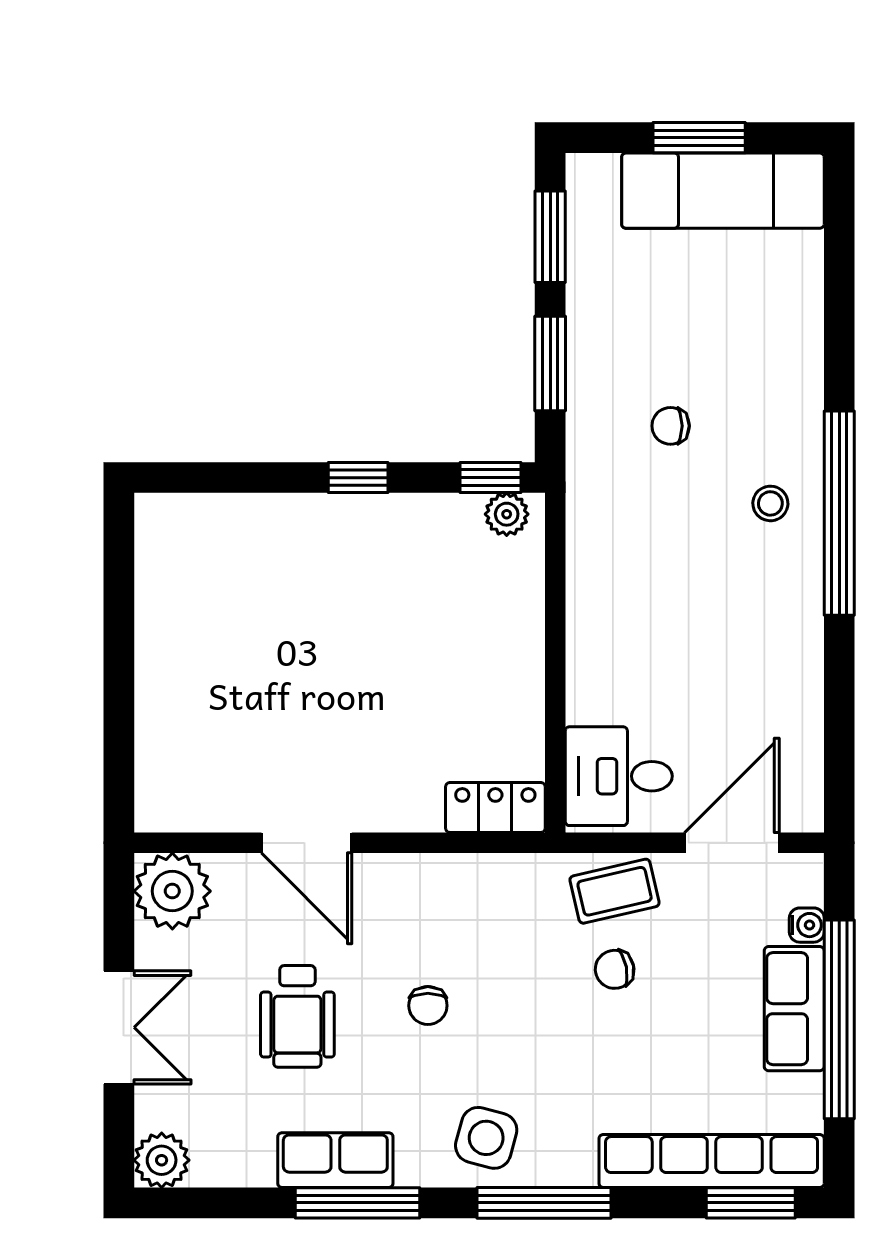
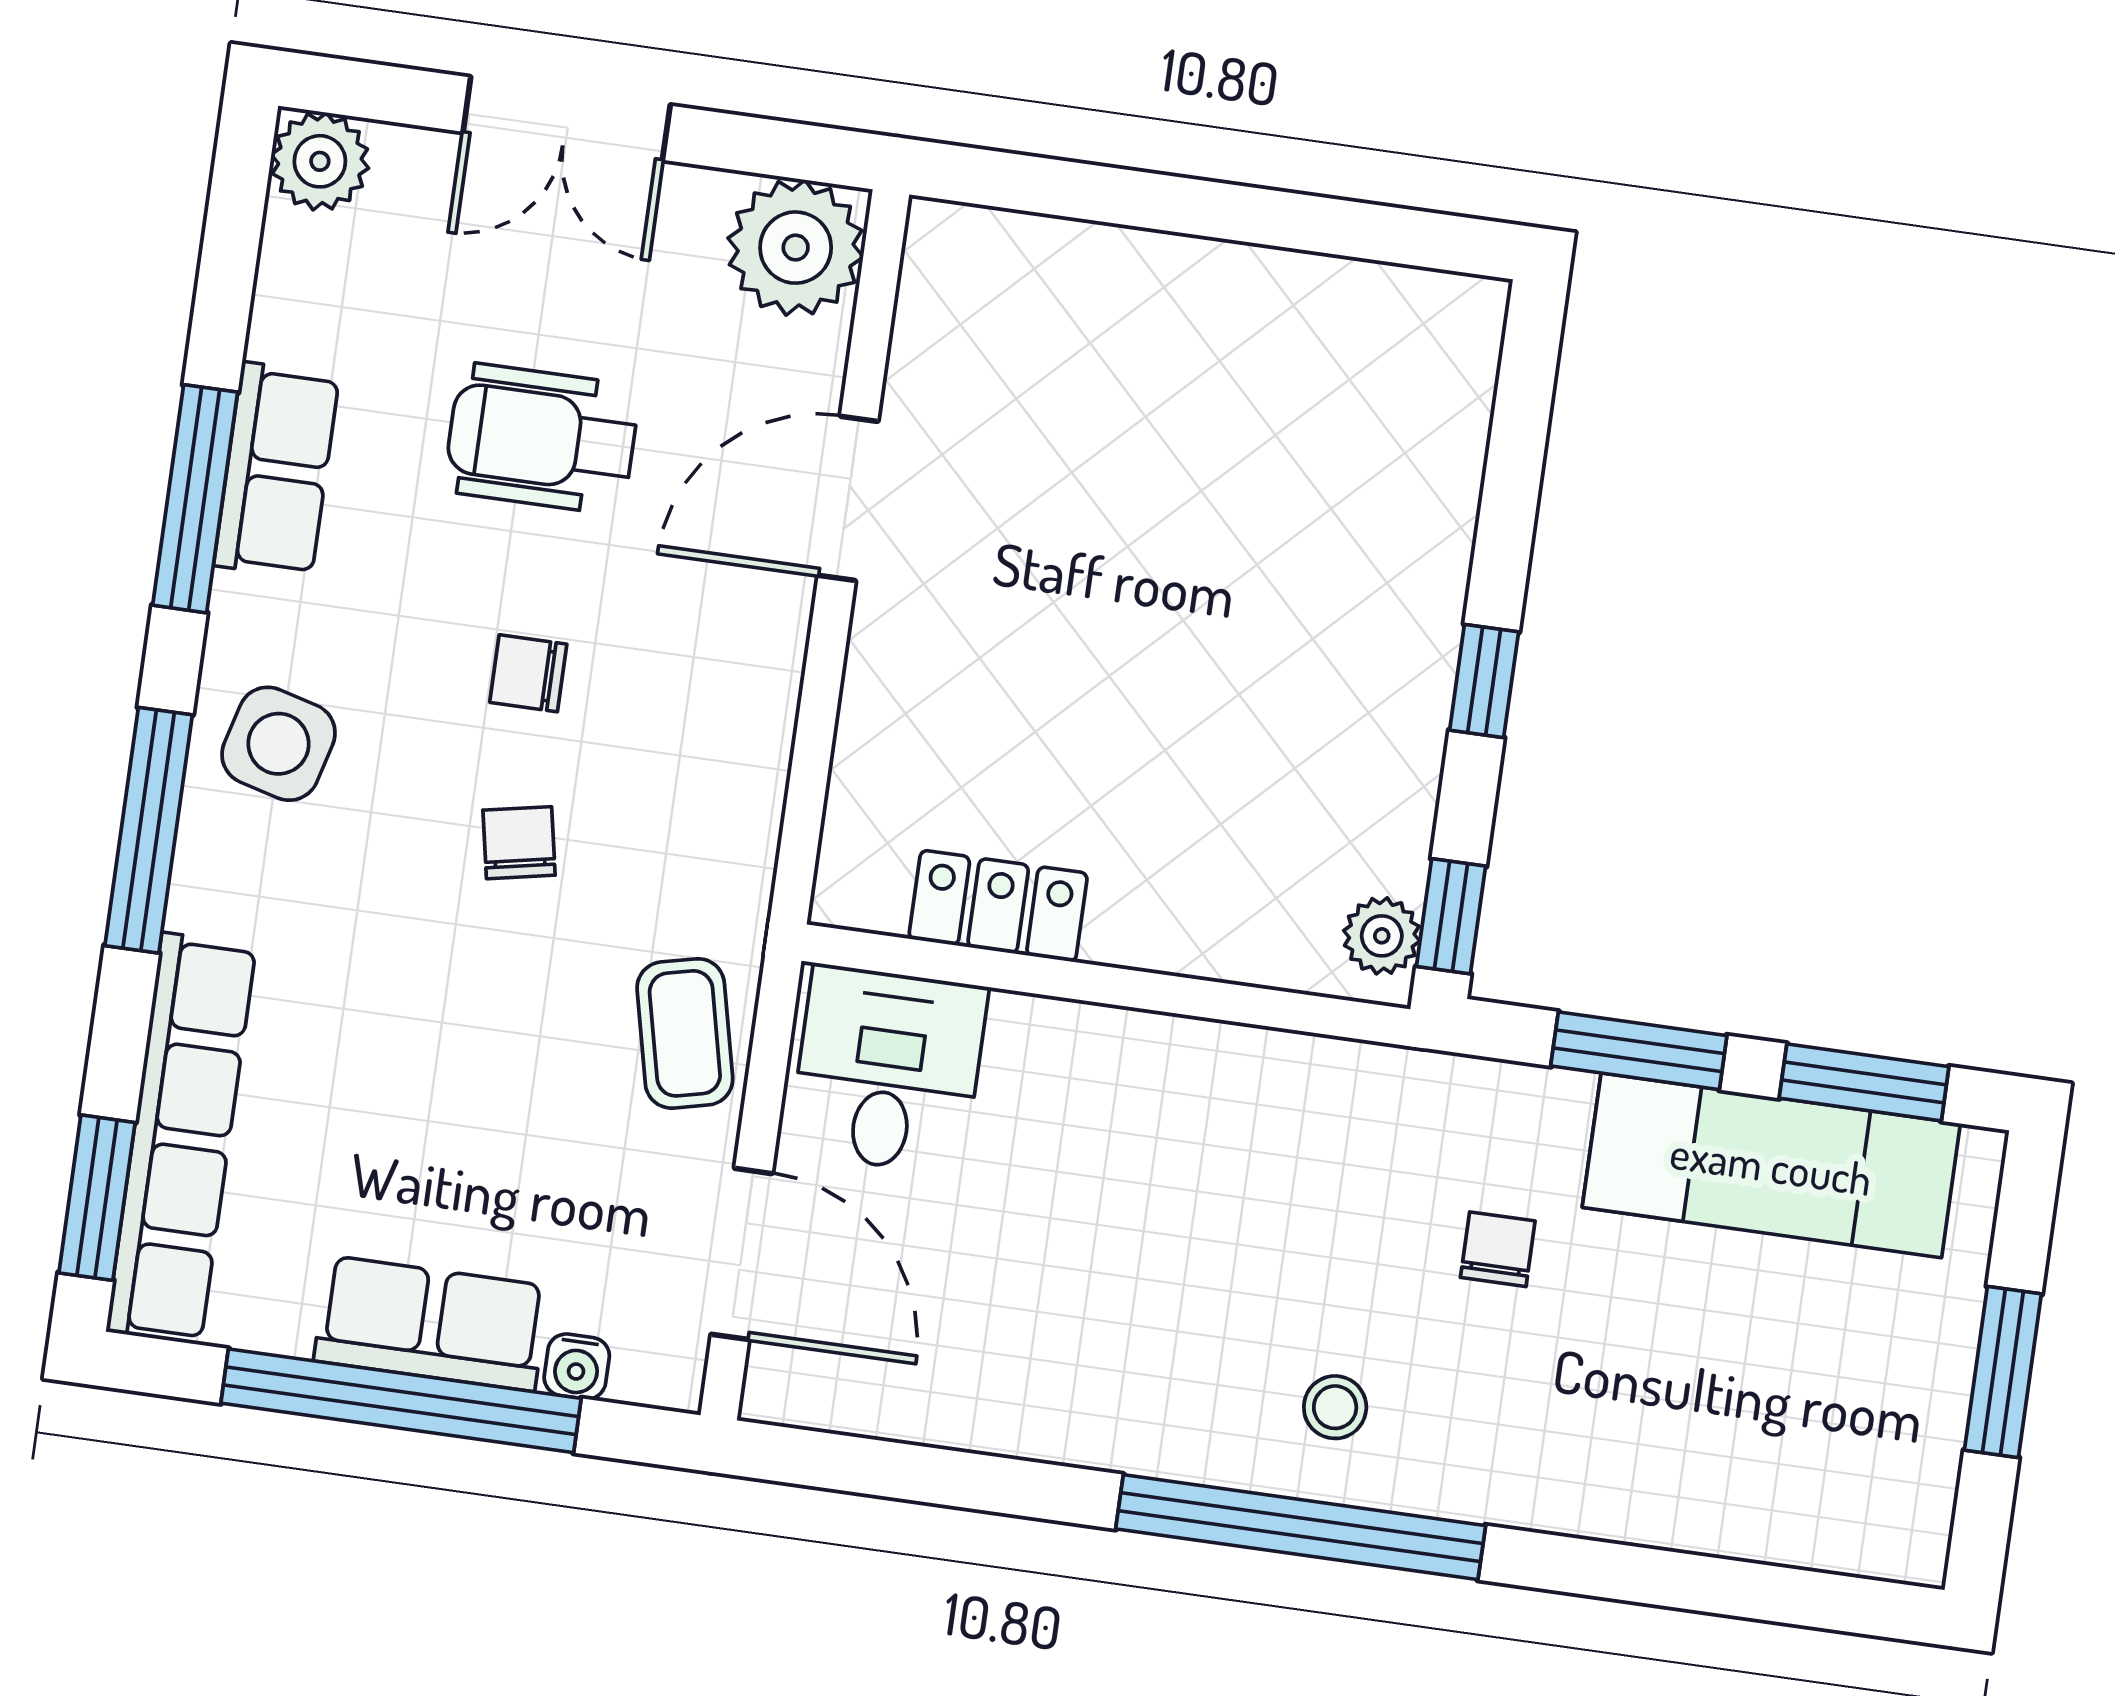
exam couch: (723, 191) -> (1771, 1165), moved, turned -90
locker: (495, 808) -> (998, 906), moved, turned -90
chair: (615, 969) -> (519, 843), moved

